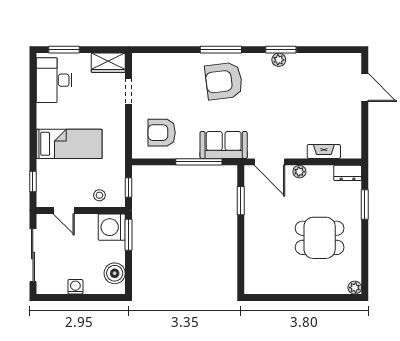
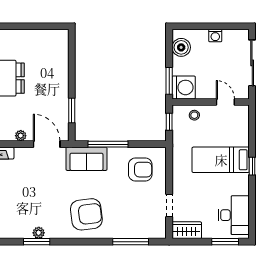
window: (221, 50) -> (131, 242), moved
window: (33, 181) -> (252, 166), moved

